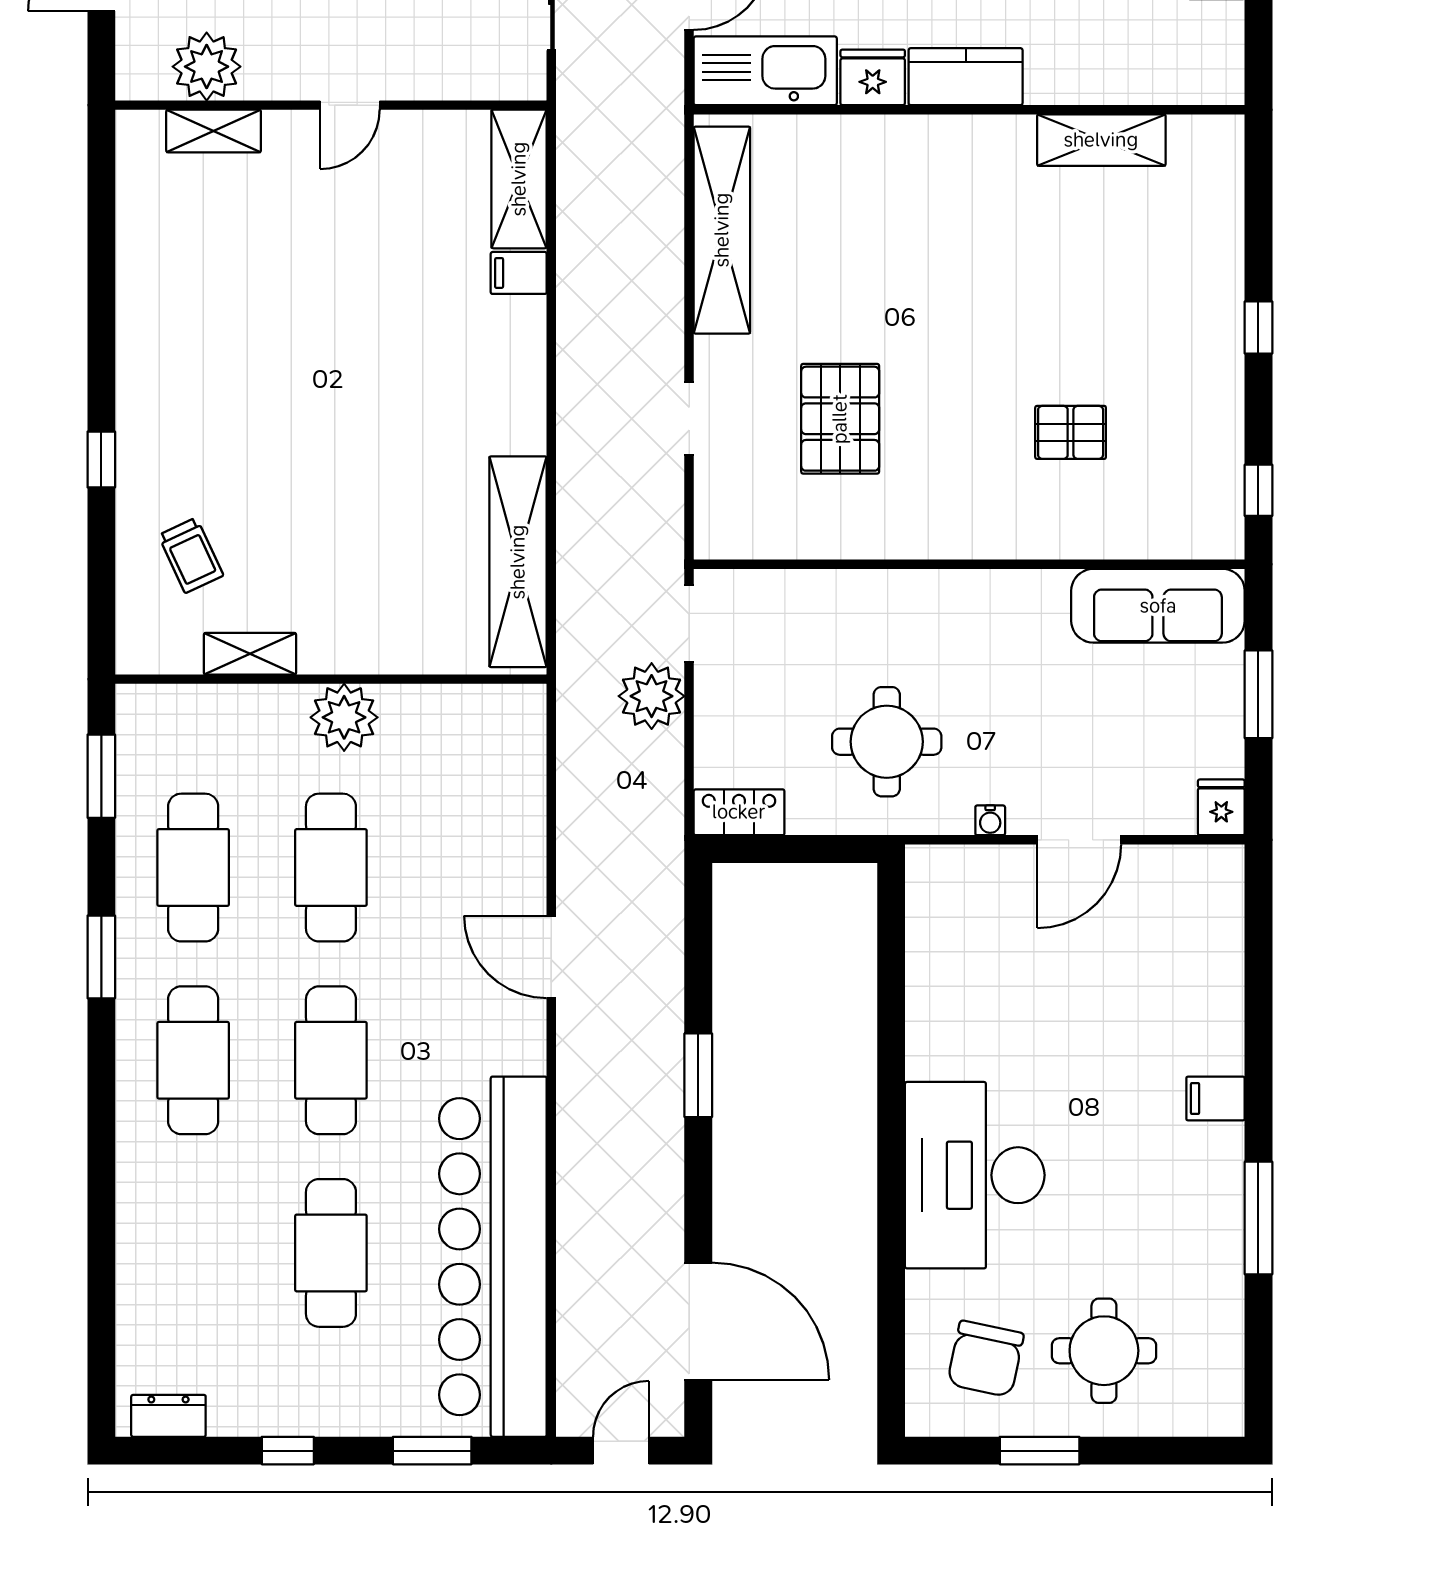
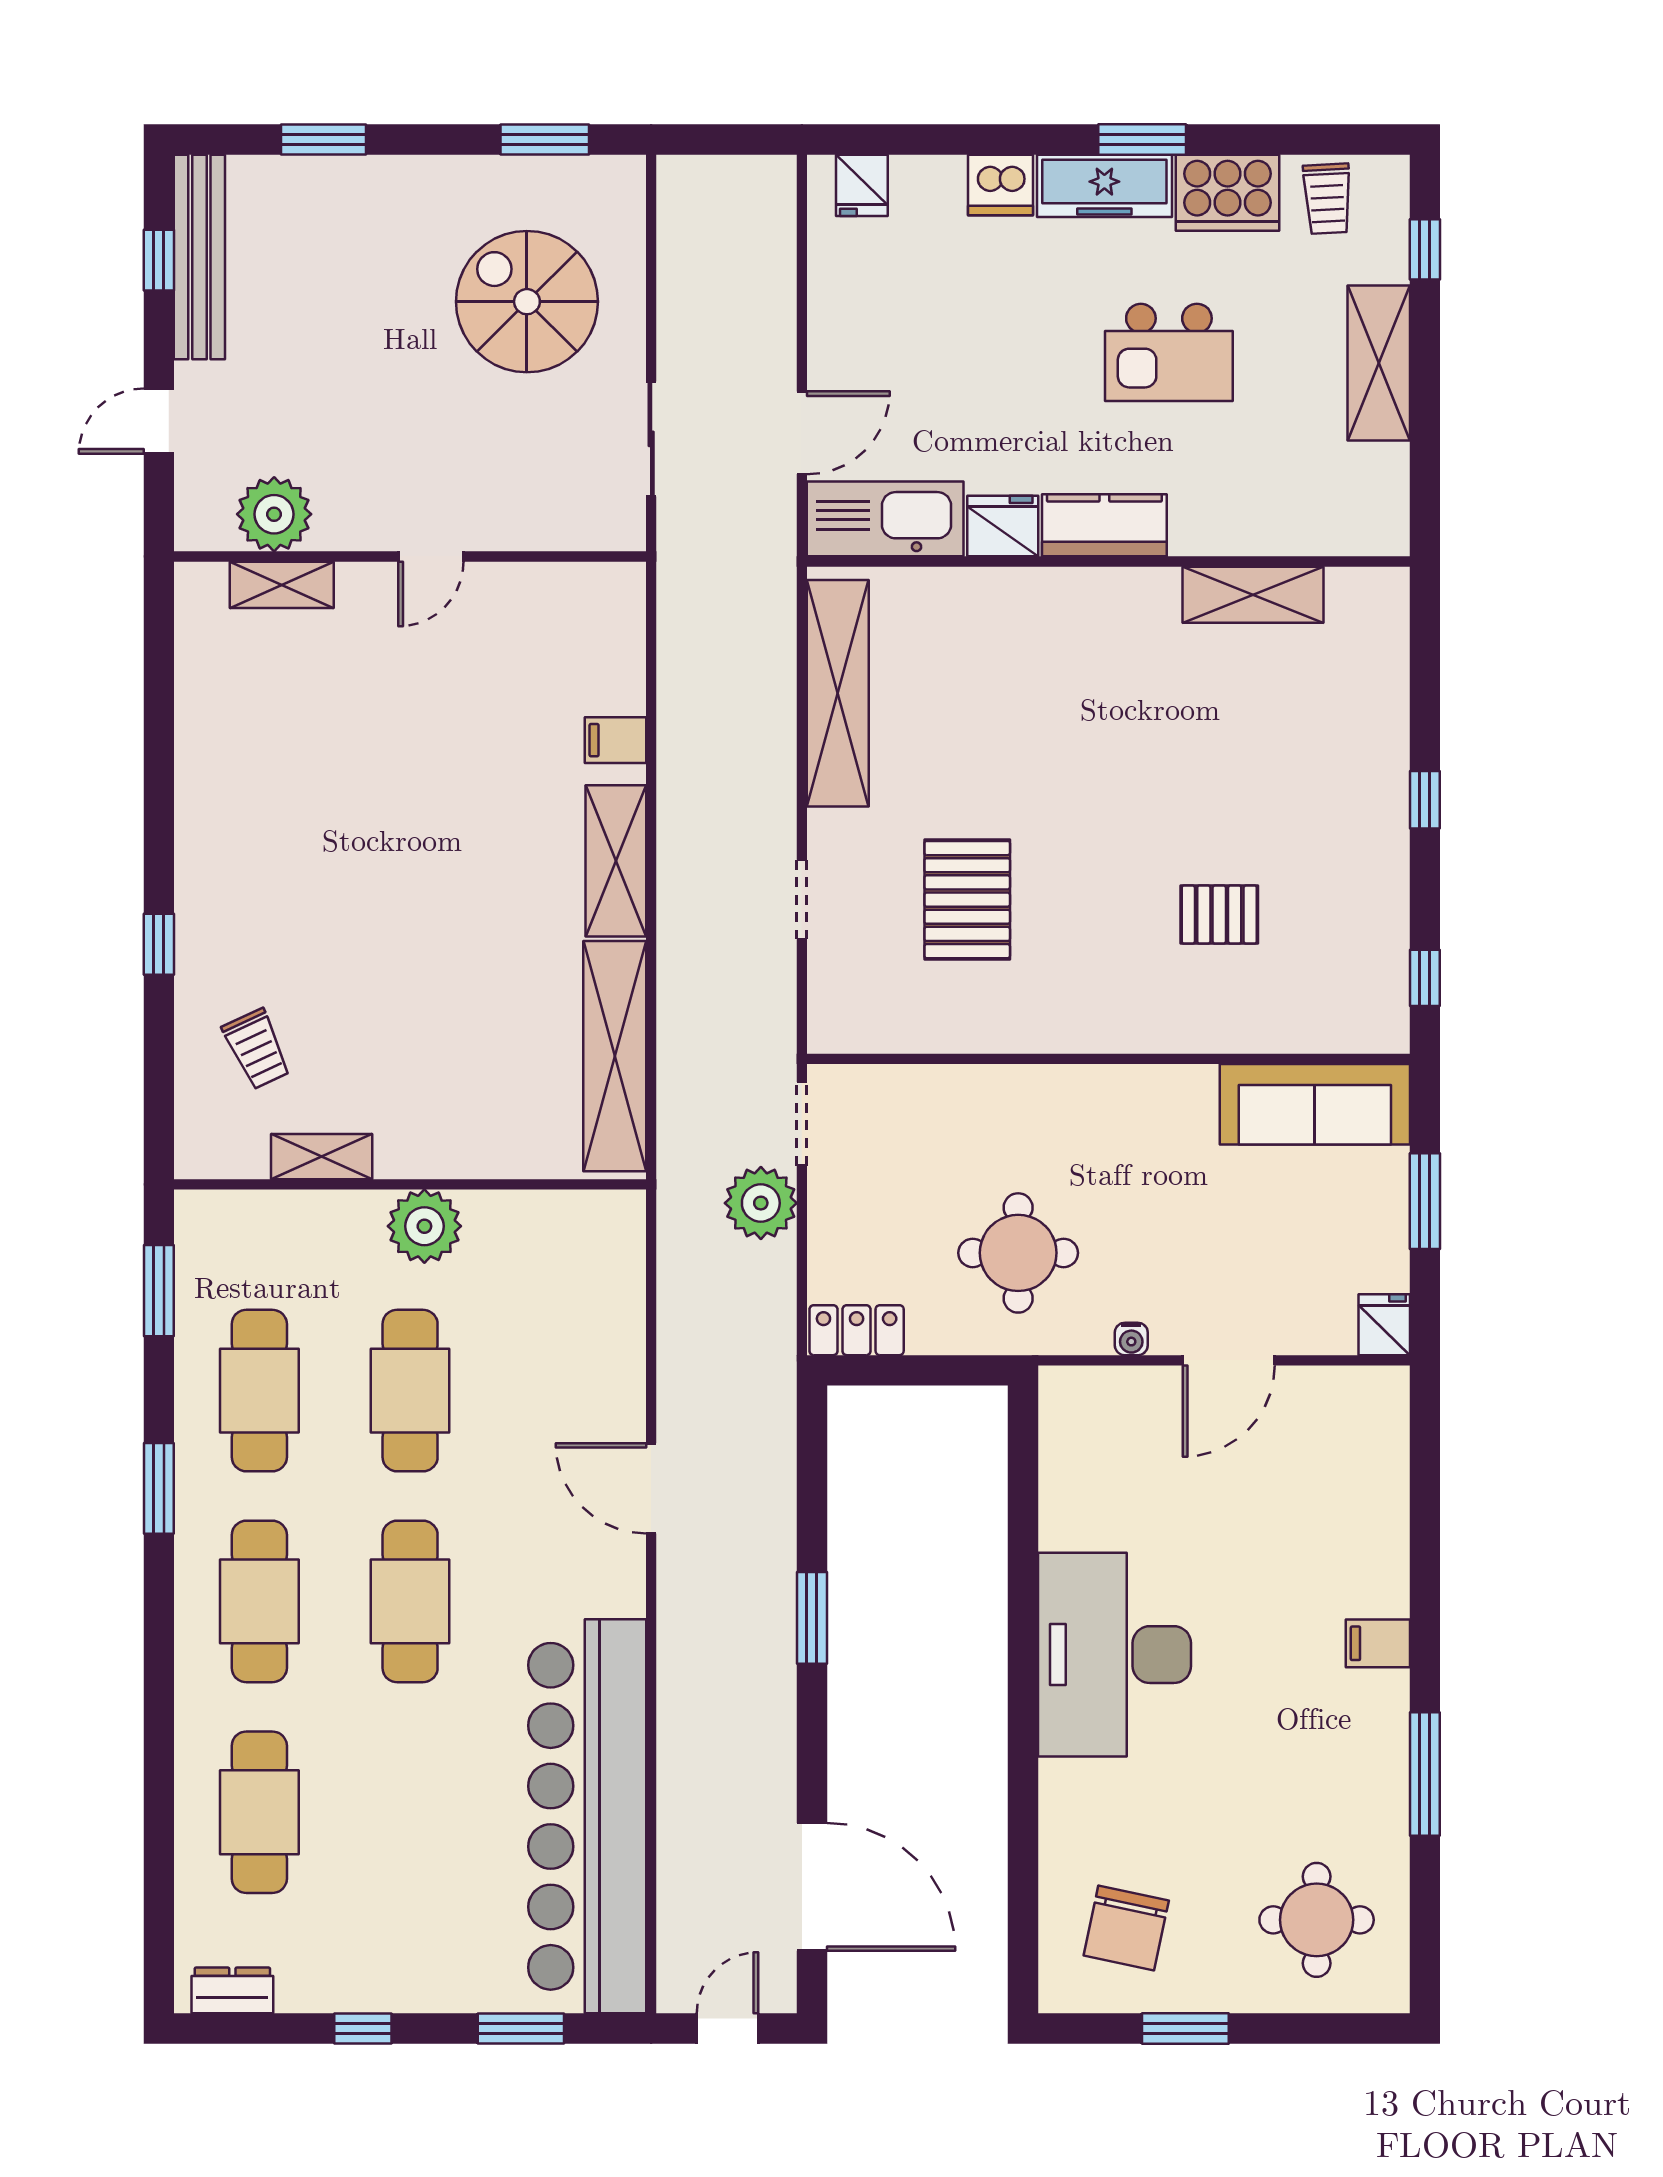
shelving: (519, 179) -> (616, 861), moved
desk: (975, 1175) -> (1114, 1655), moved
cafe table: (331, 1253) -> (259, 1812), moved
round table: (1104, 1351) -> (1317, 1920), moved

